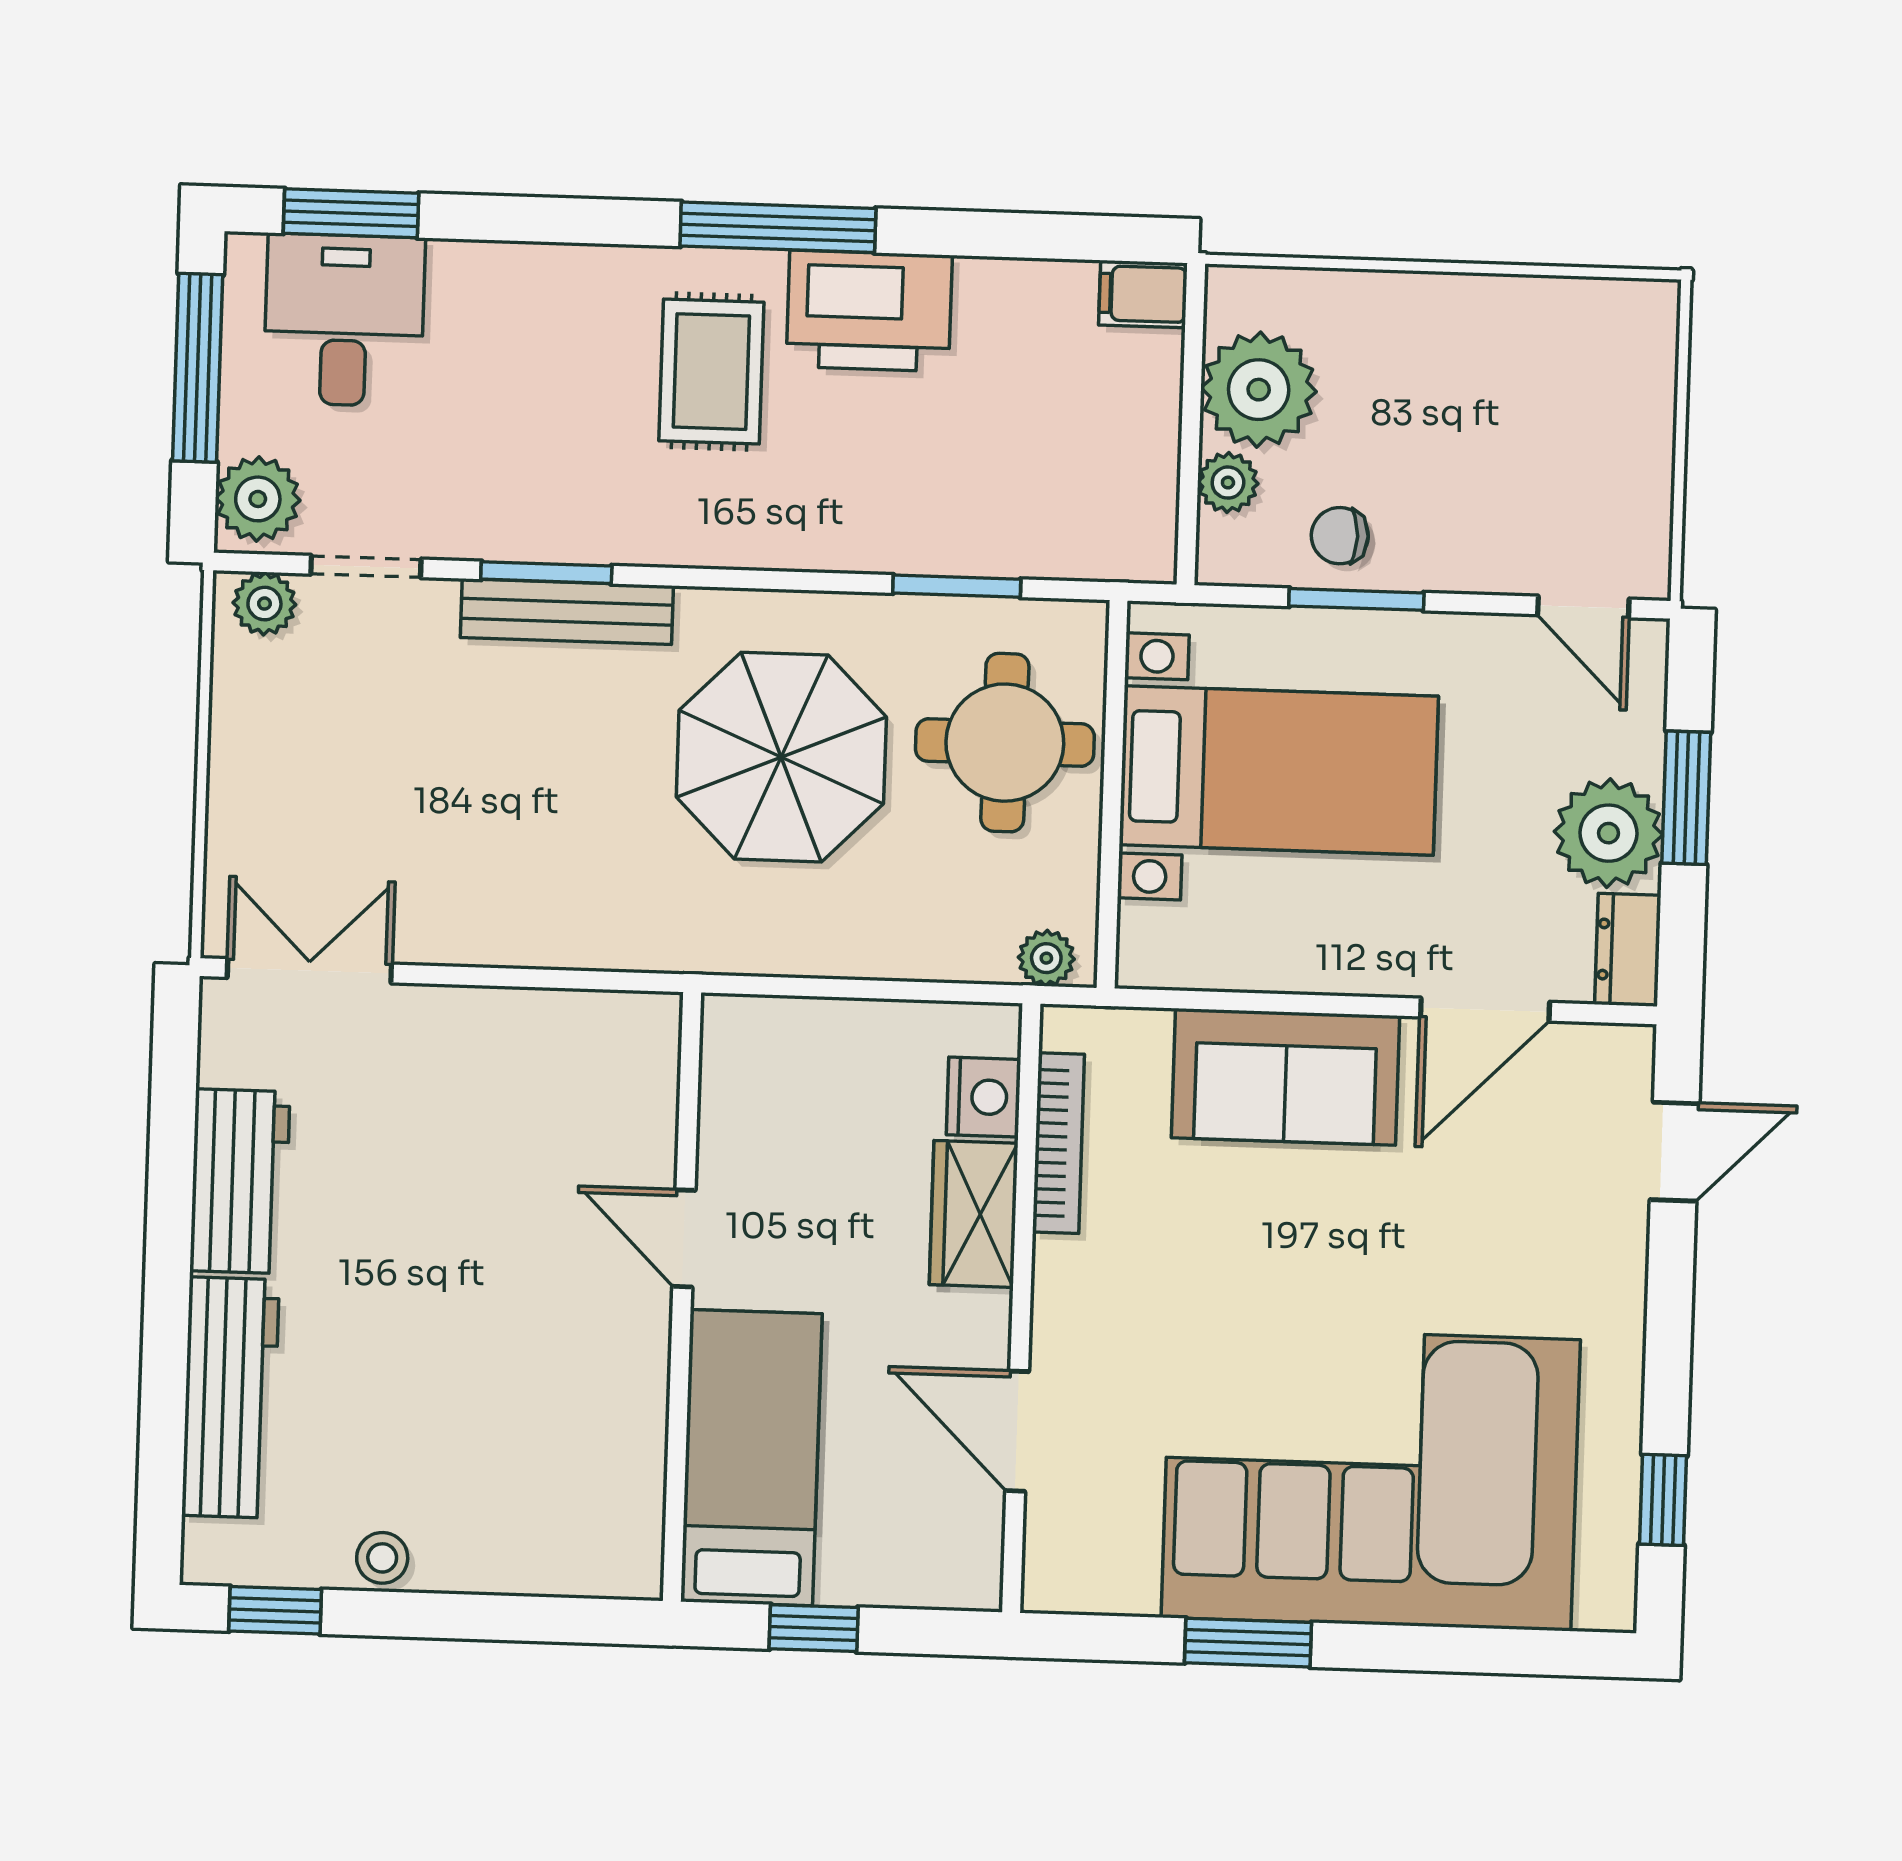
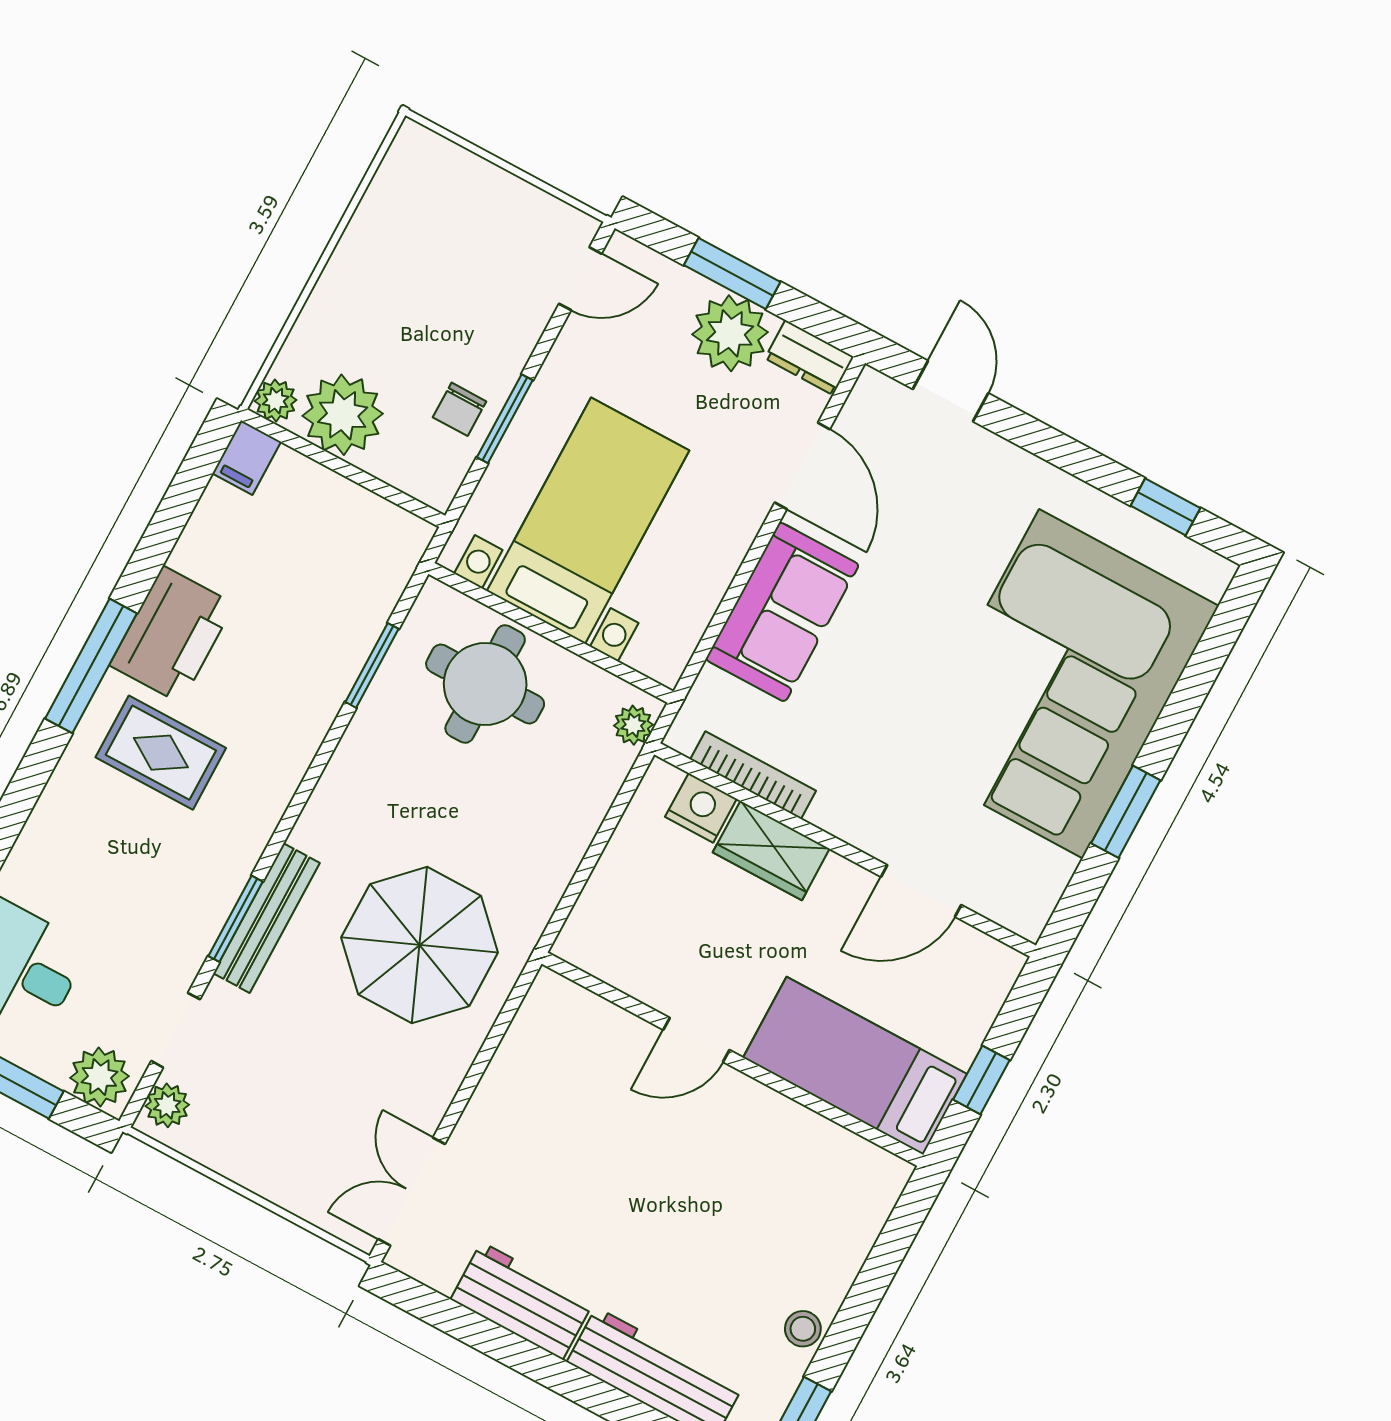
plant: (1228, 483) -> (276, 401), moved
parasol: (781, 757) -> (420, 945), moved

